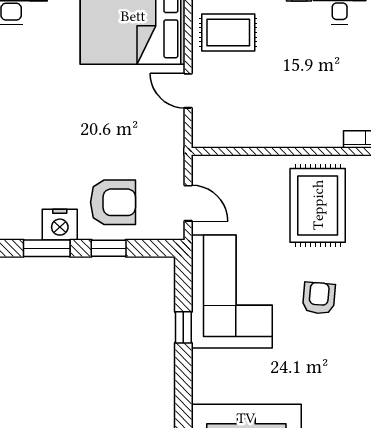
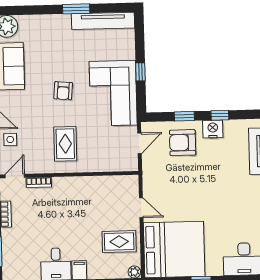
door: (188, 203) -> (139, 143), swing flipped
rug: (318, 205) -> (65, 144), width x0.73, depth x0.70
window: (47, 248) -> (220, 115), width x0.67

